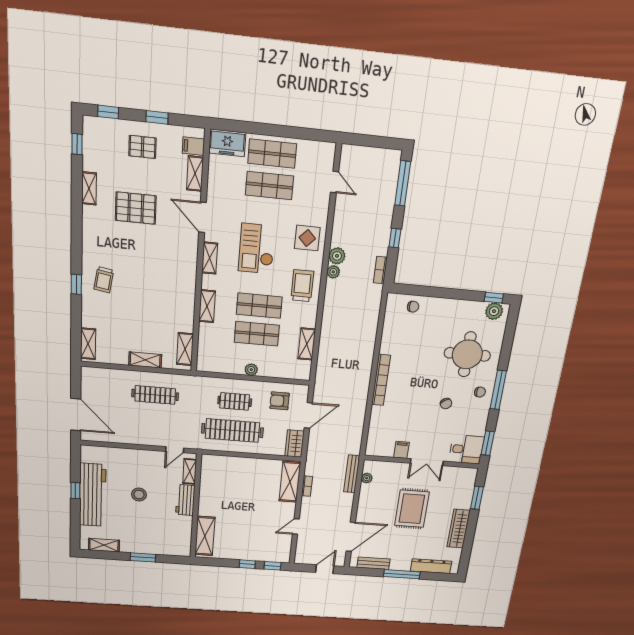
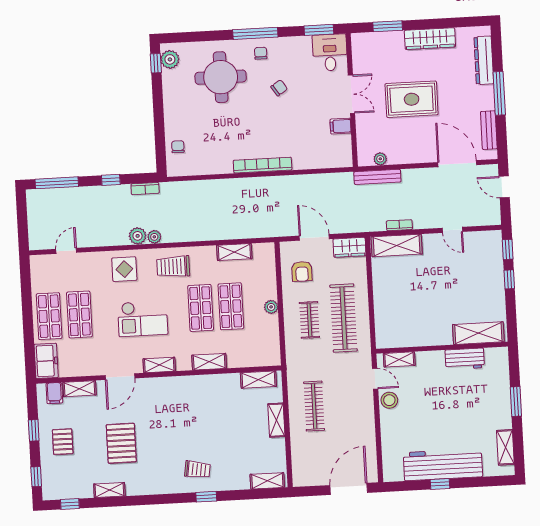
stool: (139, 495) -> (389, 400), moved
workbench: (185, 500) -> (465, 359), moved

